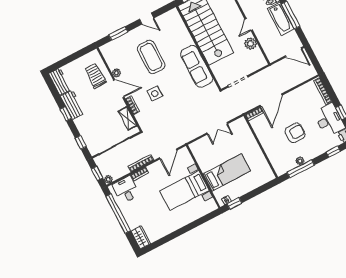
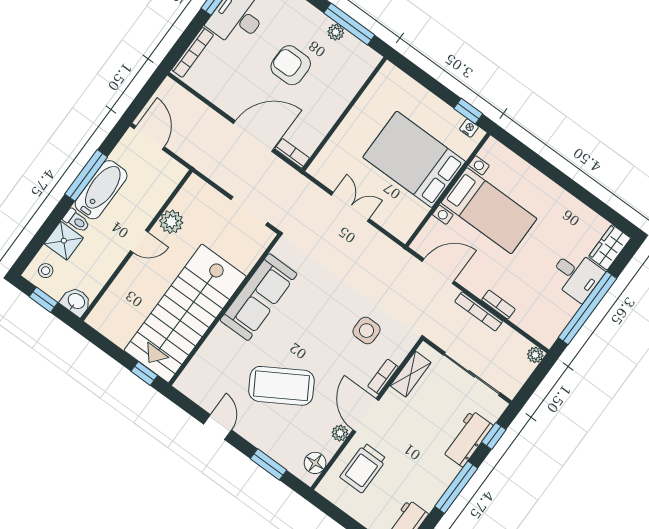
floor lamp: (108, 55) -> (315, 463), added
coffee table: (151, 57) -> (281, 386), turned 59
side table: (155, 94) -> (367, 331), moved
workbench: (72, 105) -> (467, 439), moved
window: (66, 114) -> (456, 487), width x2.17
bed: (227, 172) -> (414, 159), width x1.50
window: (97, 173) -> (535, 380), removed
desk: (126, 190) -> (576, 275), moved, turned -90

